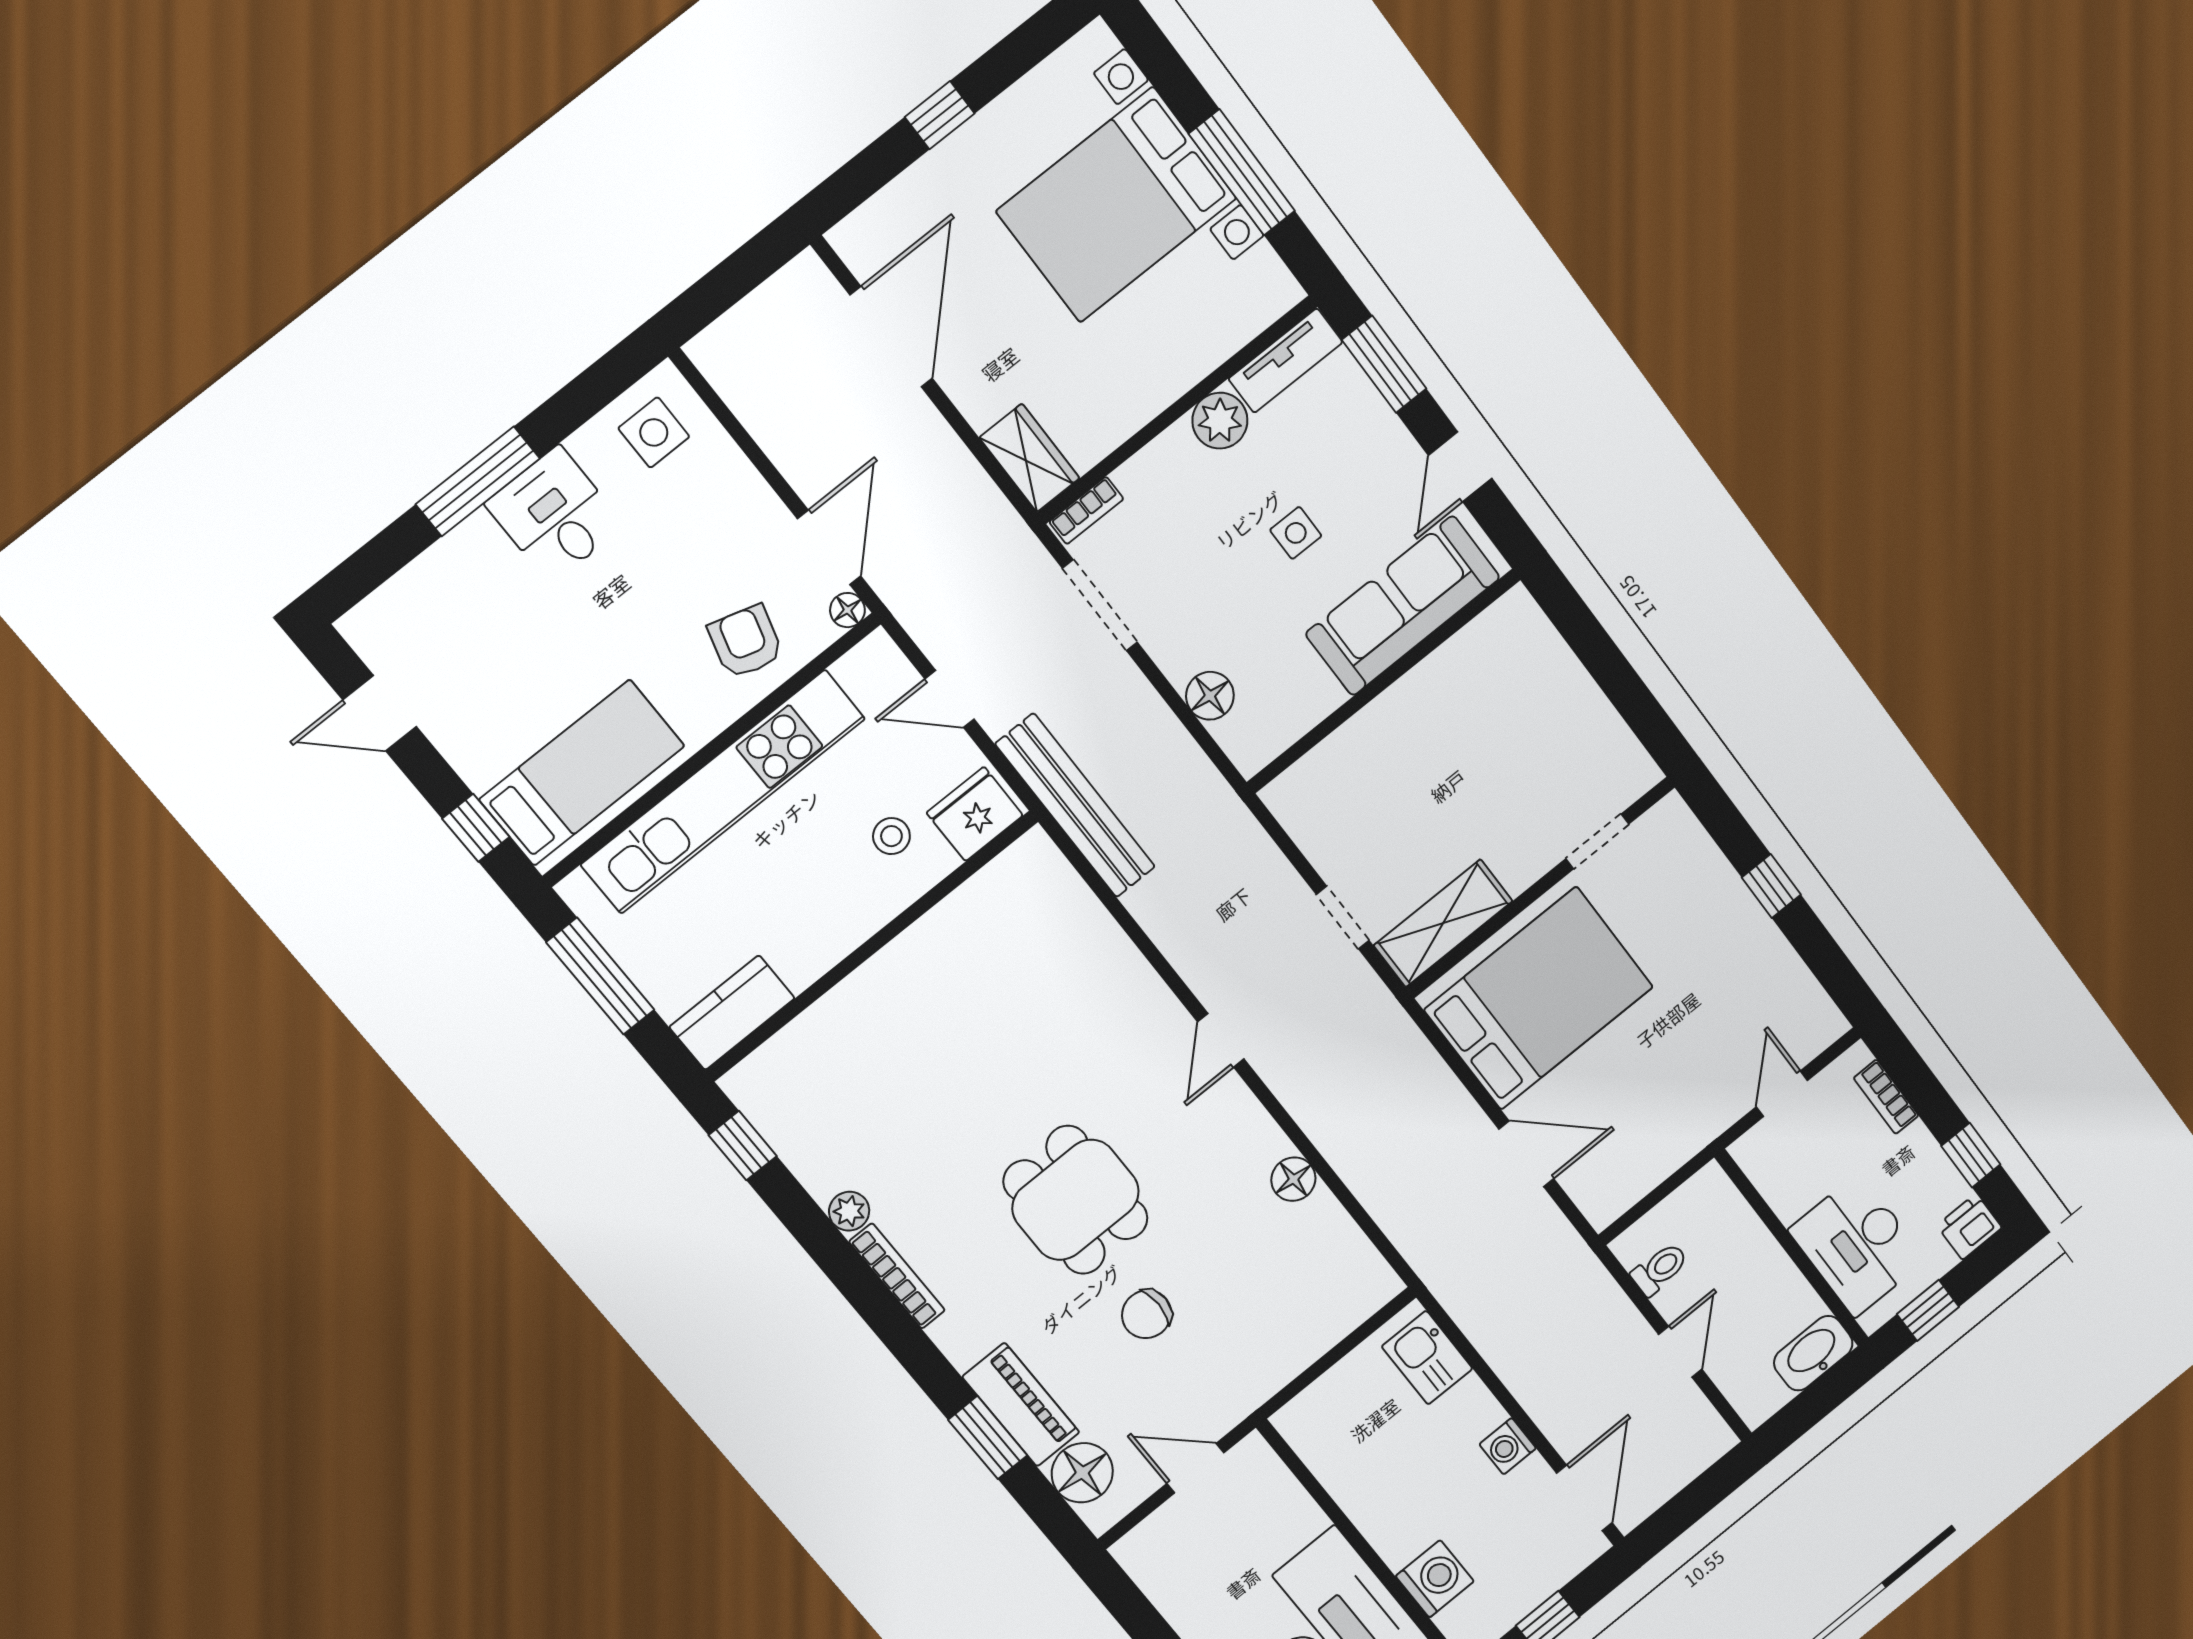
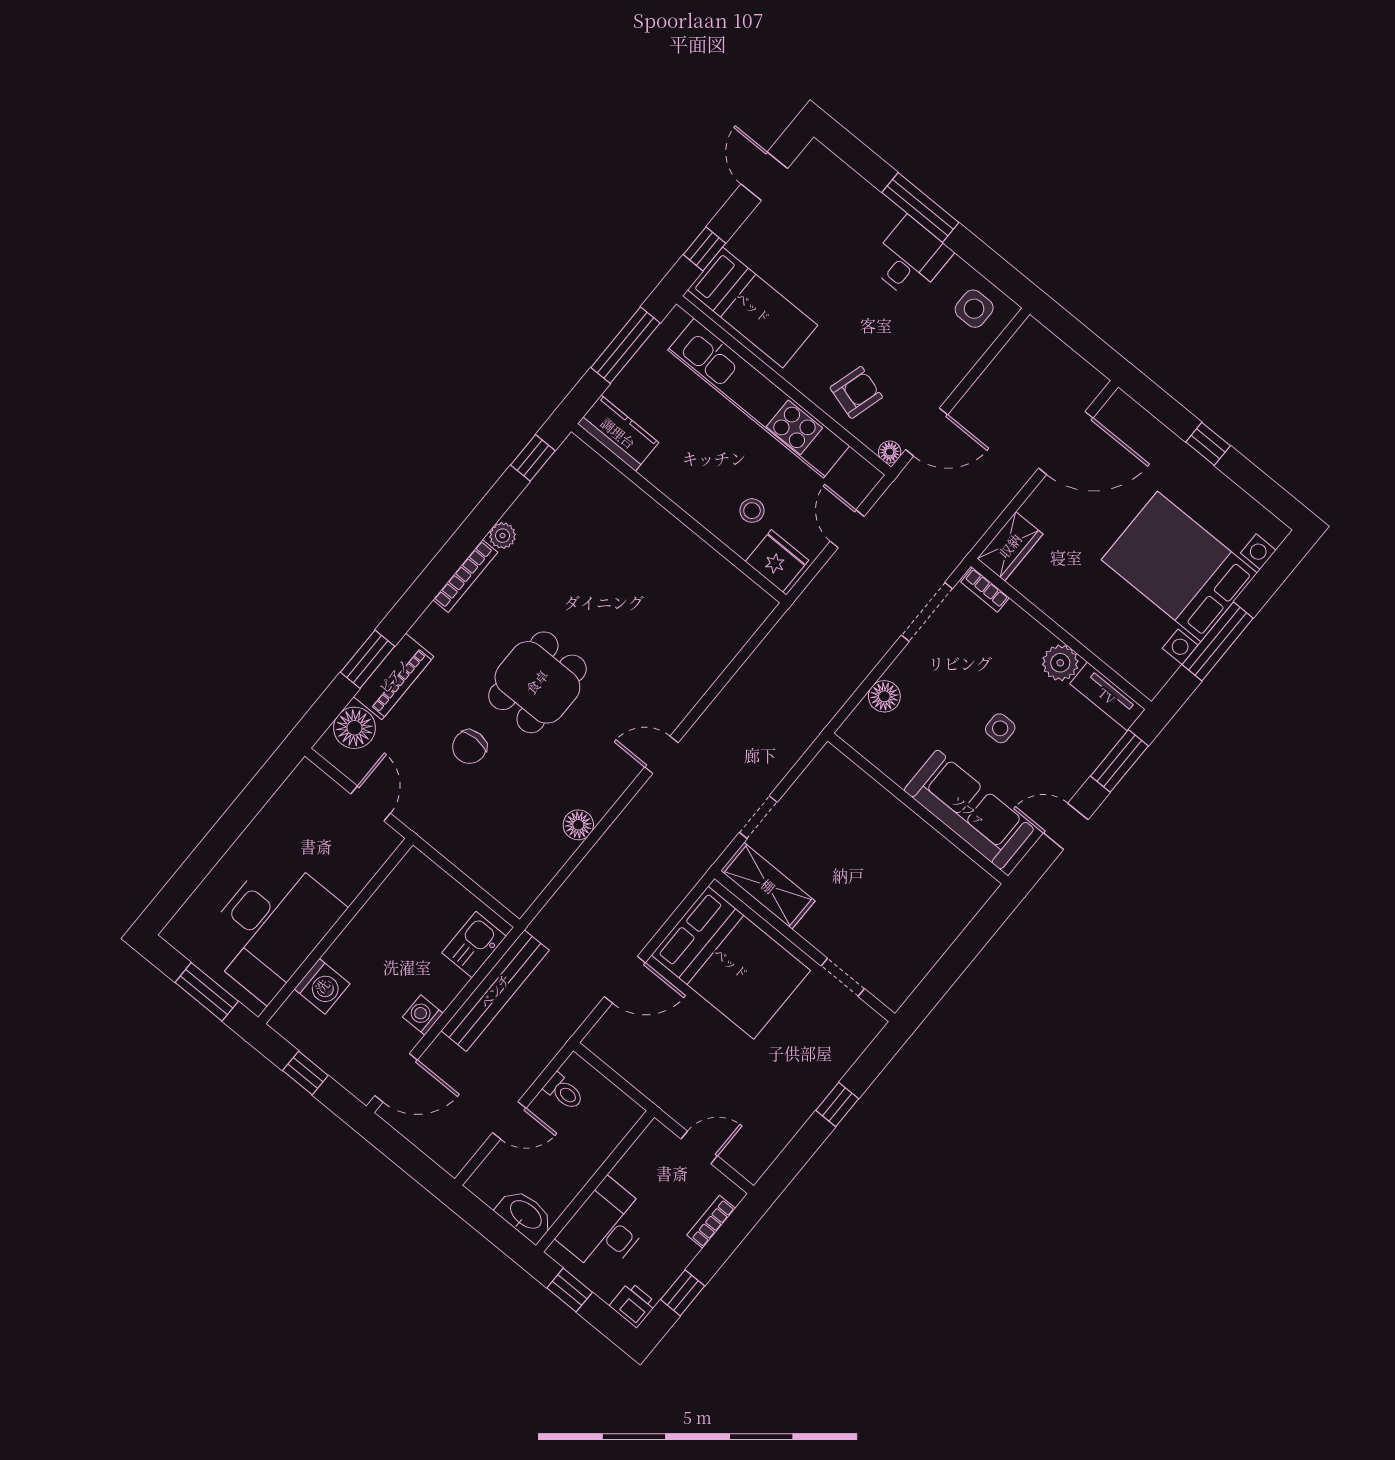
bench: (1075, 806) -> (495, 991), moved
door: (1526, 1154) -> (625, 980), hinge flipped
chair: (1147, 1314) -> (469, 747), turned -90

